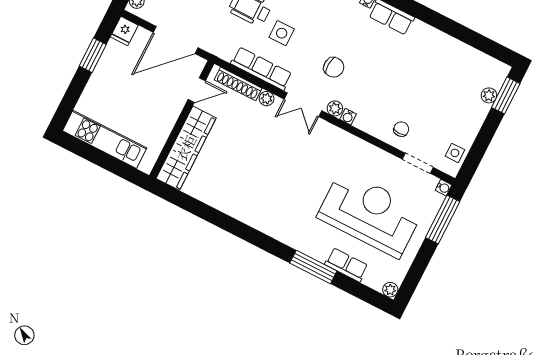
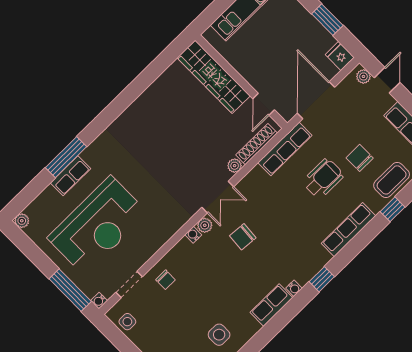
side table: (282, 33) -> (219, 335), moved
row of seats: (261, 69) -> (285, 149), moved
double door: (303, 105) -> (218, 197), swing flipped
row of seats: (346, 265) -> (70, 176), moved

